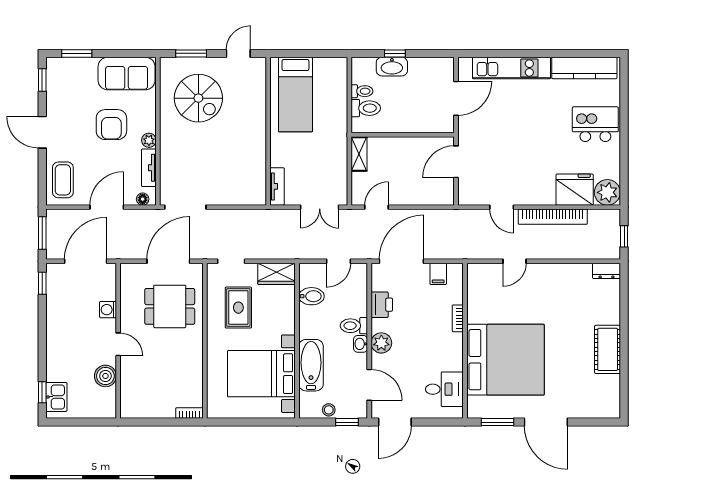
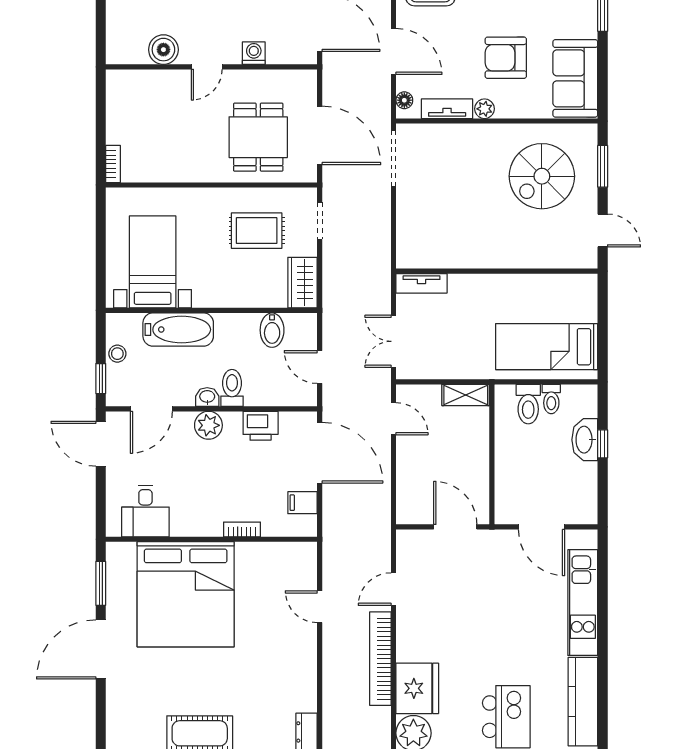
bed: (295, 95) -> (547, 347), moved
bed with nightstands: (261, 374) -> (153, 262), width x0.73

